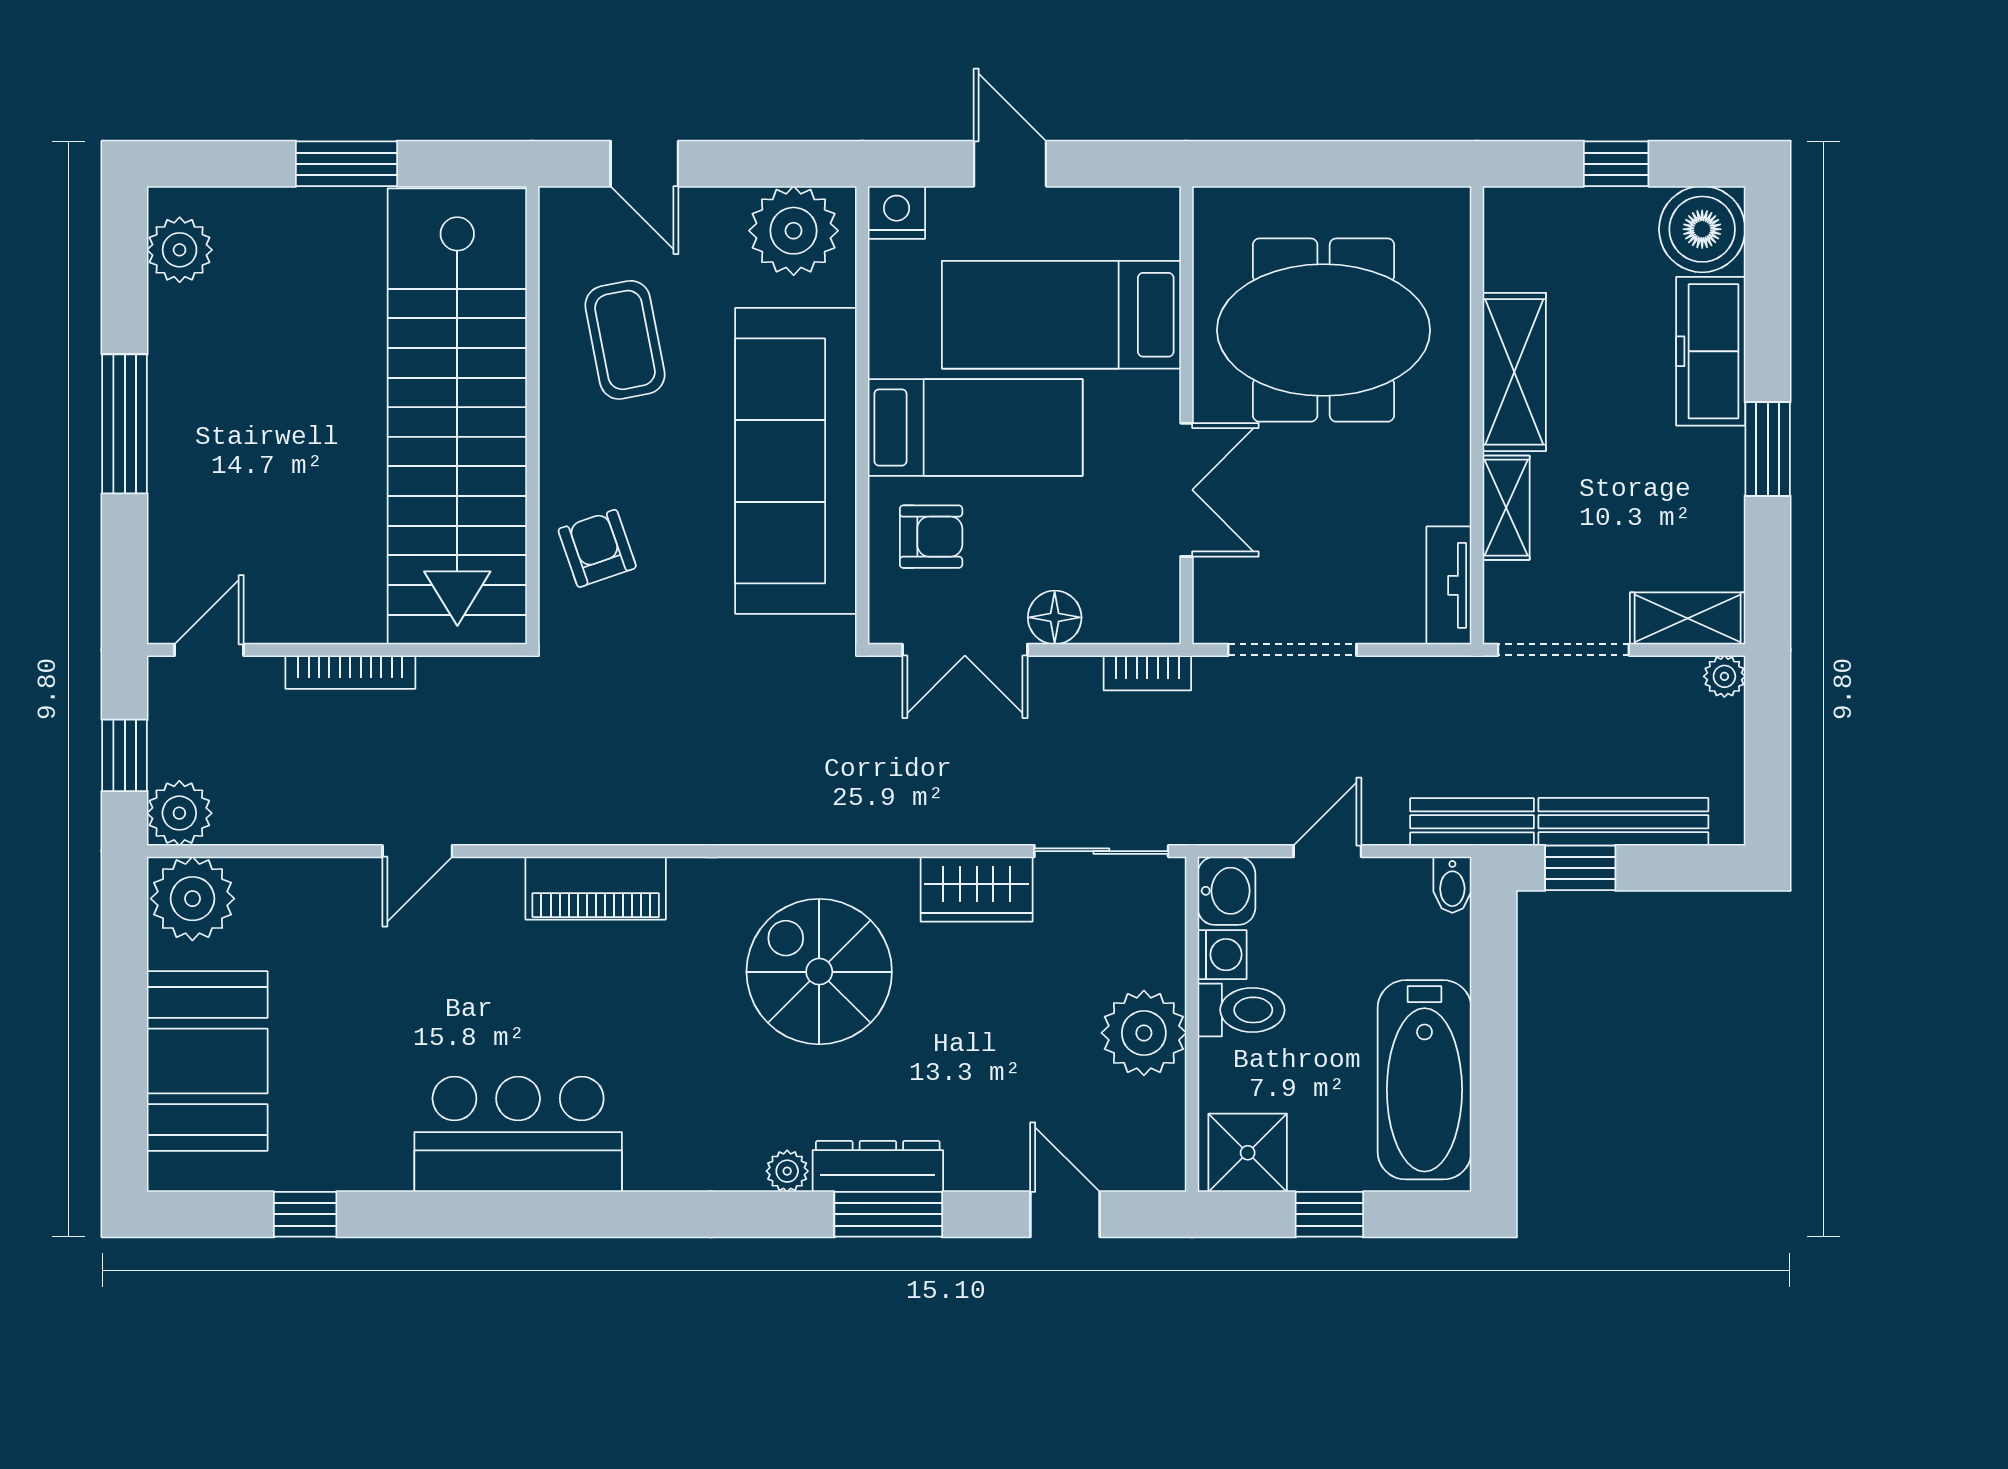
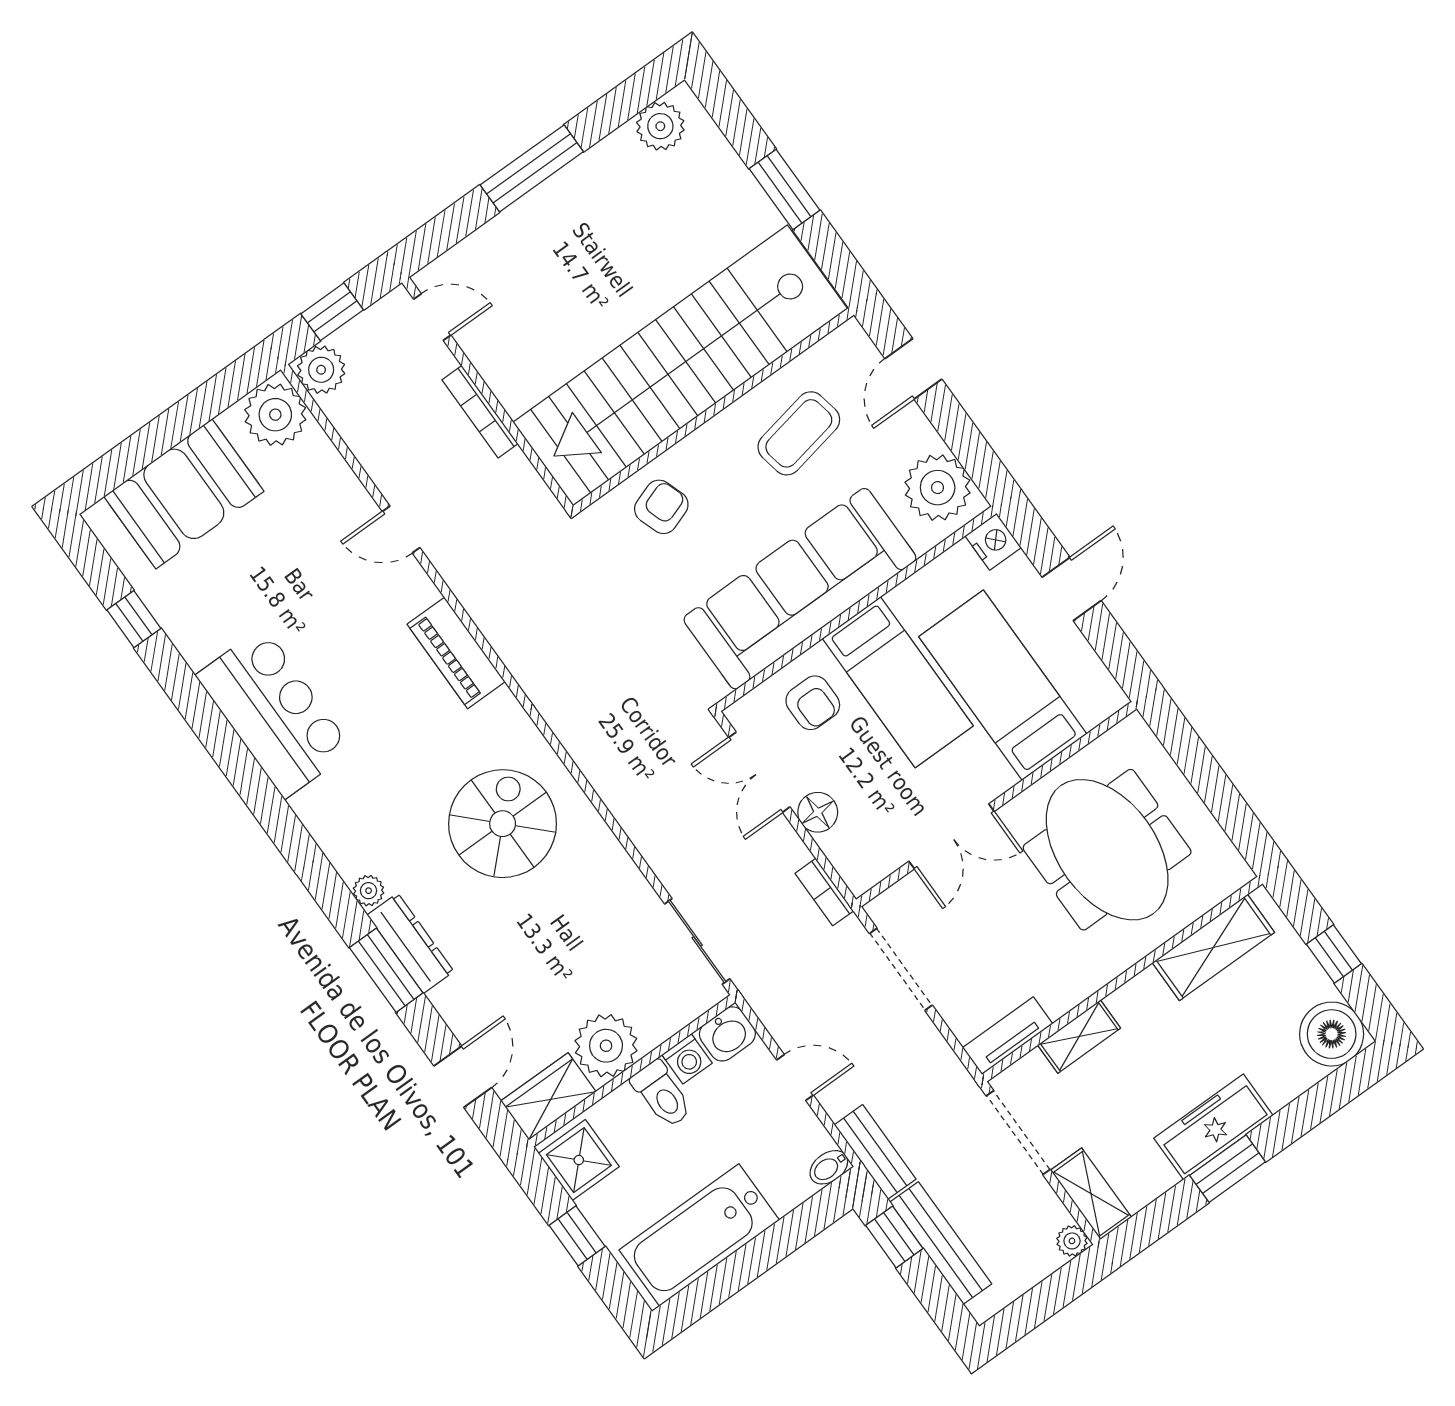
freezer: (1711, 351) -> (1213, 1127), moved
shelving: (1514, 372) -> (1213, 947), moved
wardrobe: (977, 889) -> (548, 1096), moved, turned 90

